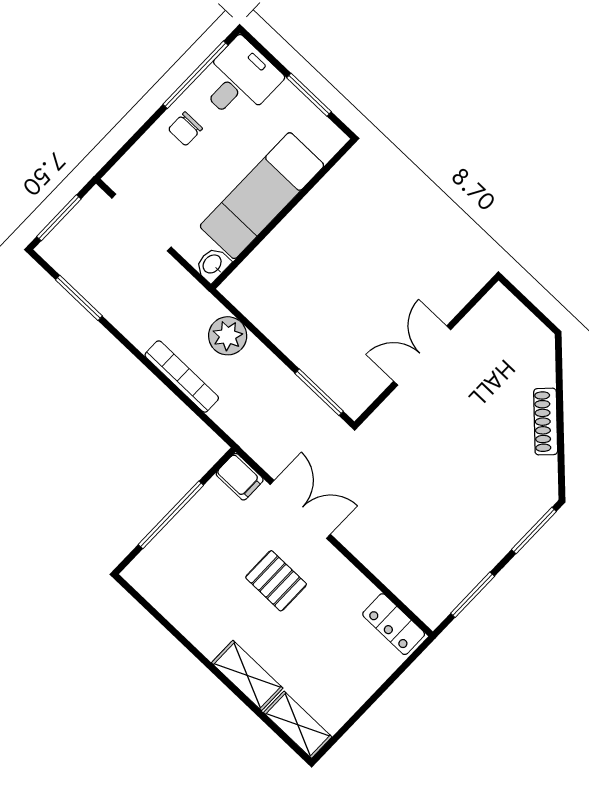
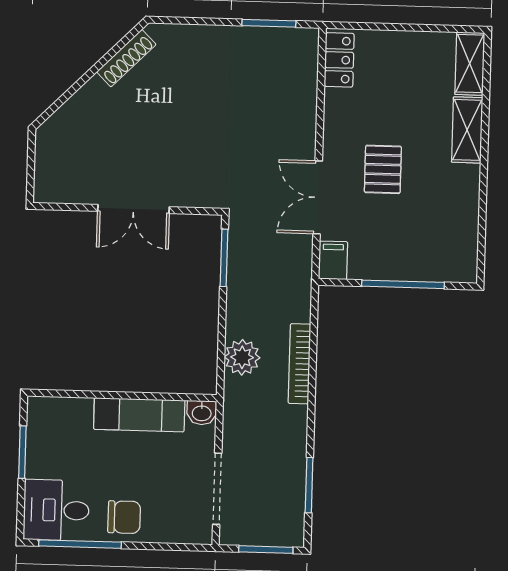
chair: (185, 129) -> (124, 517), width x1.37, depth x1.37
exam couch: (262, 196) -> (139, 415), width x0.73, depth x0.69
shoe rack: (546, 422) -> (126, 58), moved
window: (534, 530) -> (185, 21), removed

